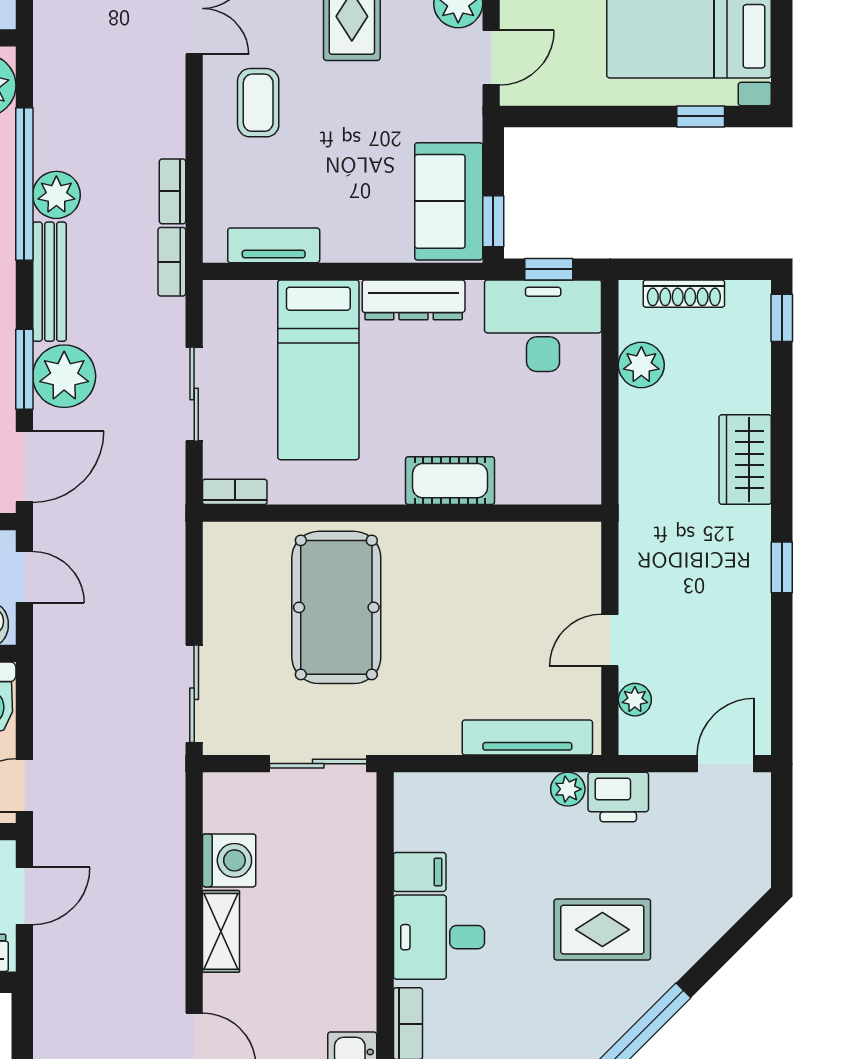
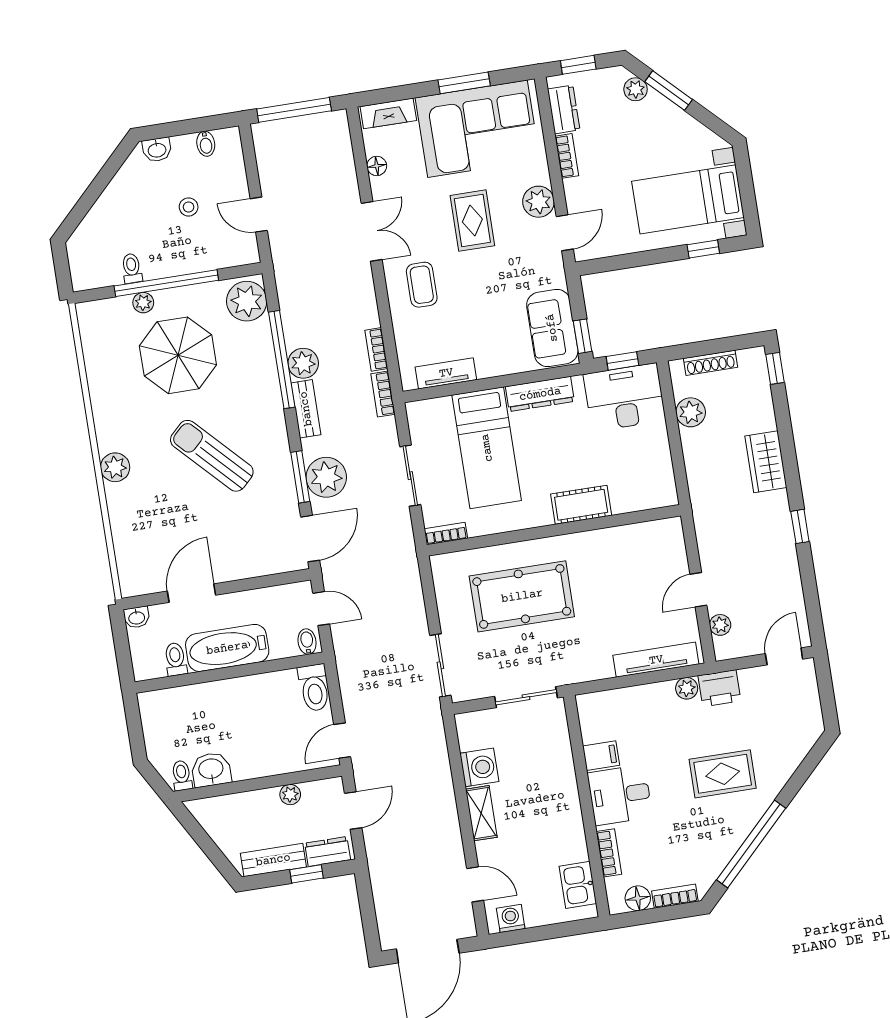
bench: (49, 282) -> (306, 409), width x0.73
pool table: (336, 607) -> (522, 596), turned 90

